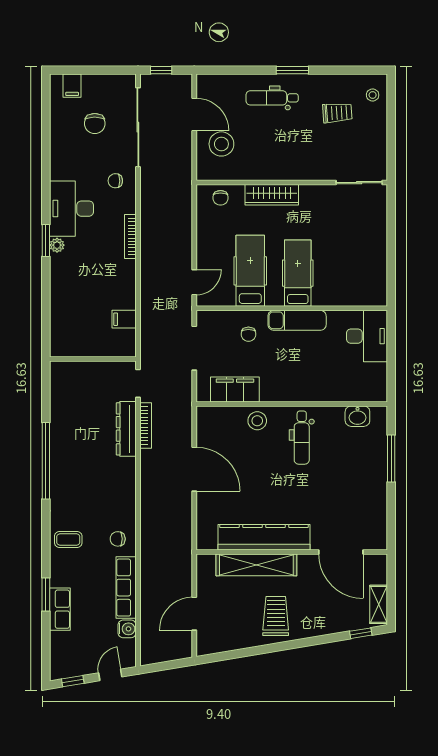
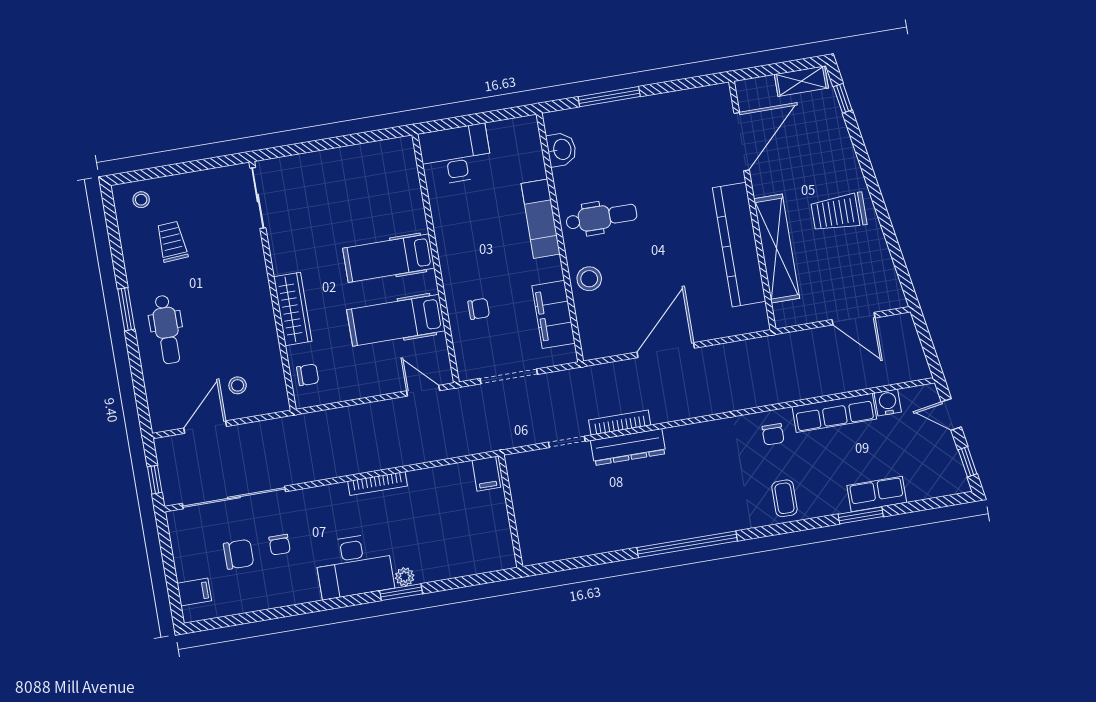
stool: (221, 144) -> (238, 385), width x0.53, depth x0.53
chair: (115, 181) -> (280, 545), moved
exam couch: (297, 320) -> (541, 219), moved, turned 180
wall: (93, 359) -> (511, 511), moved

